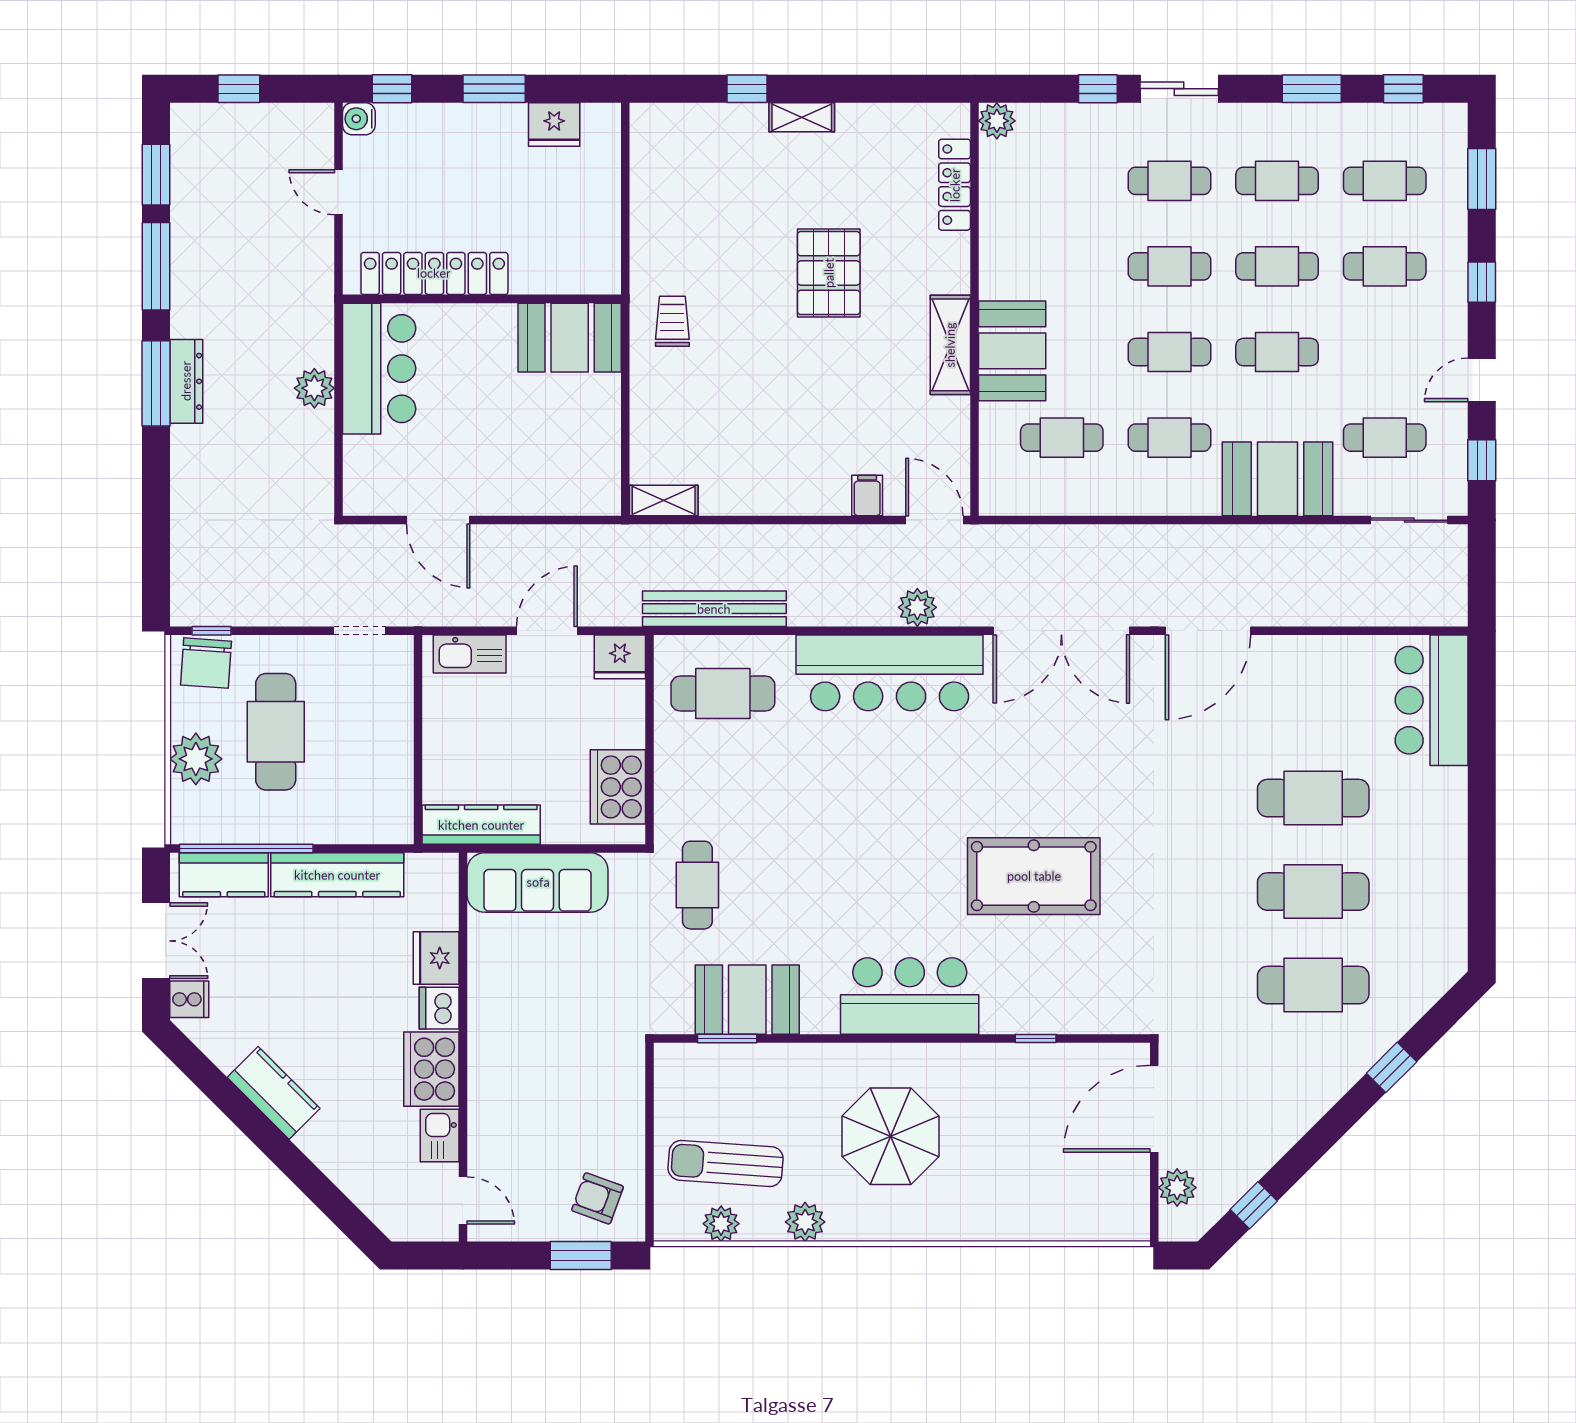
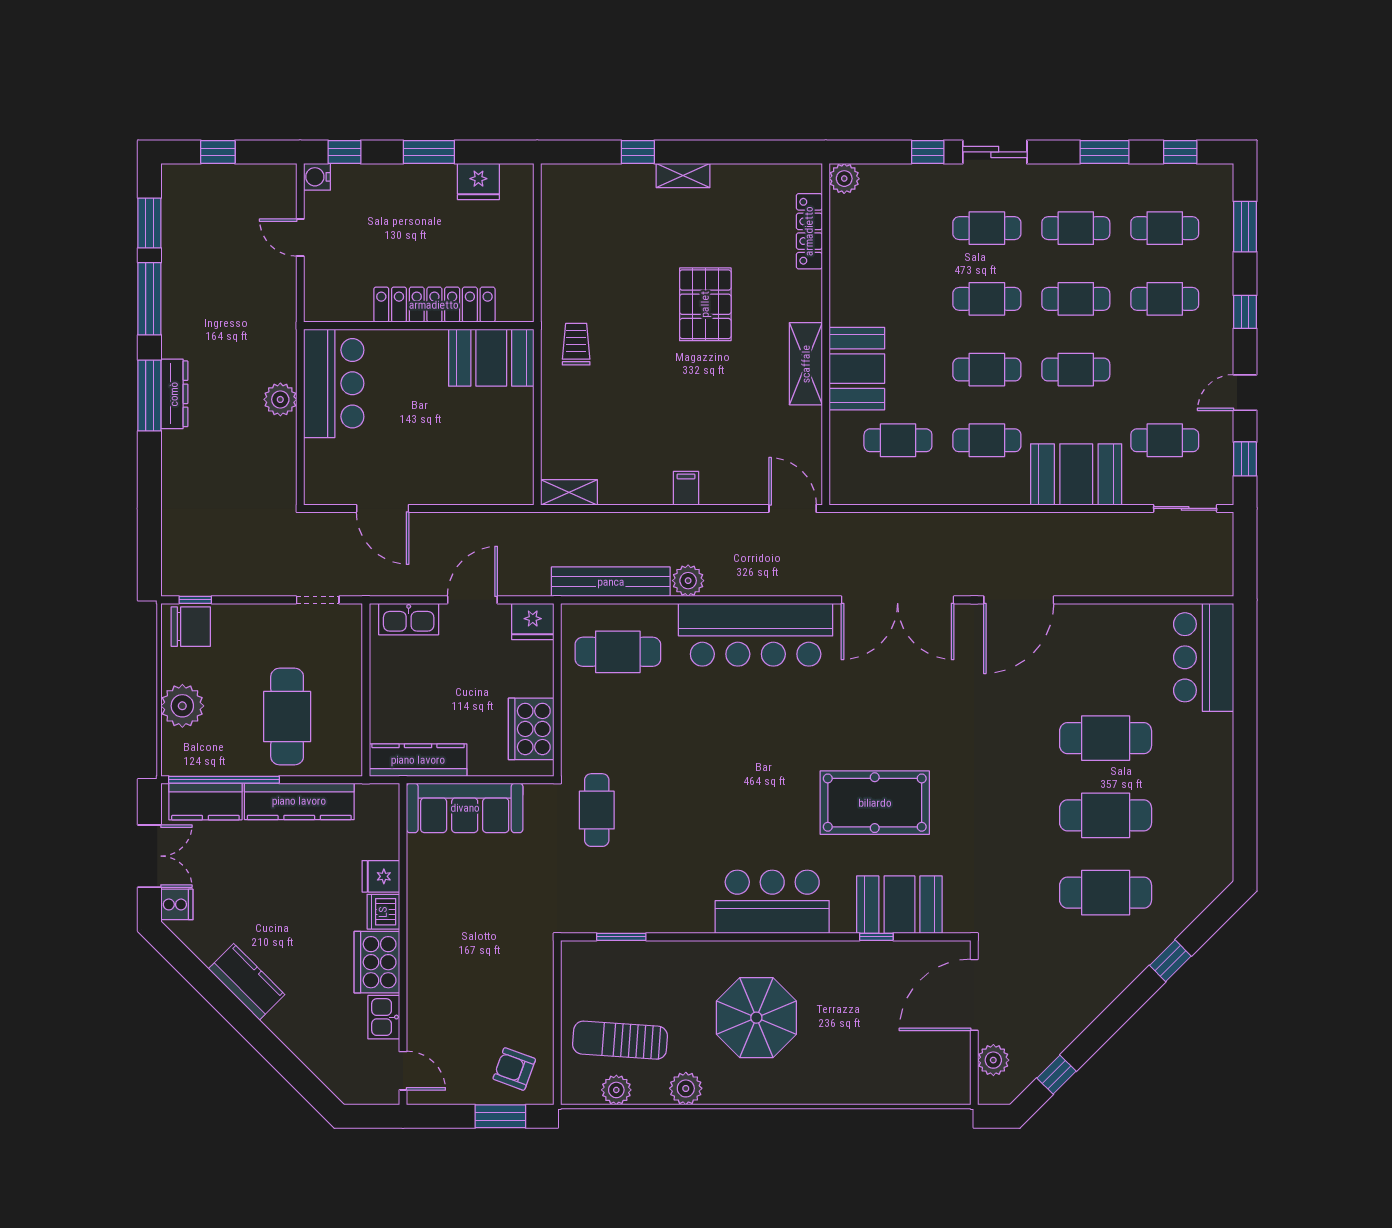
locker: (434, 273) -> (434, 305), moved
filing cabinet: (867, 496) -> (686, 488), moved
plant: (917, 607) -> (688, 581), moved
chair: (206, 663) -> (191, 627), turned -94
cafe table: (276, 732) -> (287, 717), moved
fridge: (436, 958) -> (381, 876), width x0.72
booth: (747, 1000) -> (899, 905), moved

